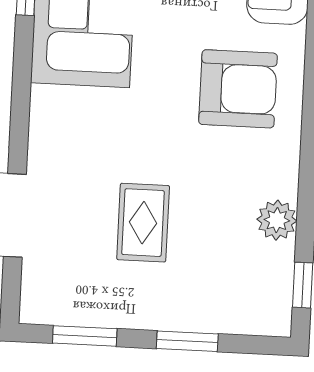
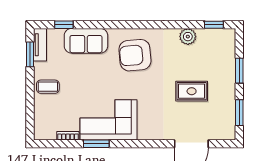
armchair: (238, 89) -> (135, 55), turned -95

